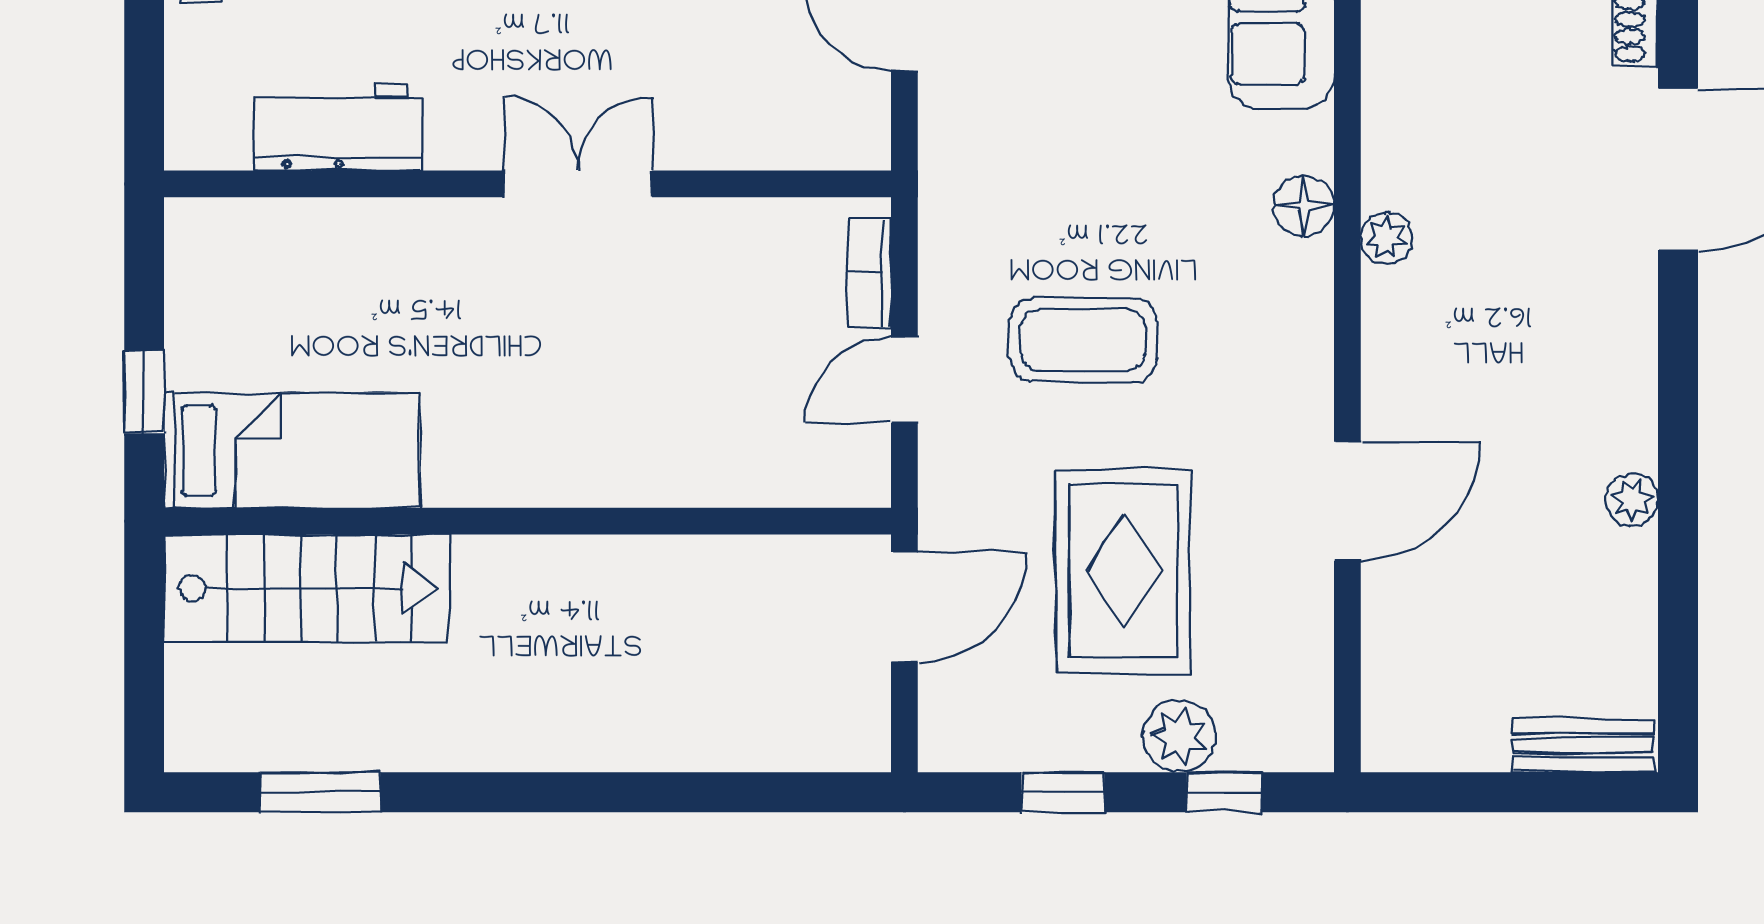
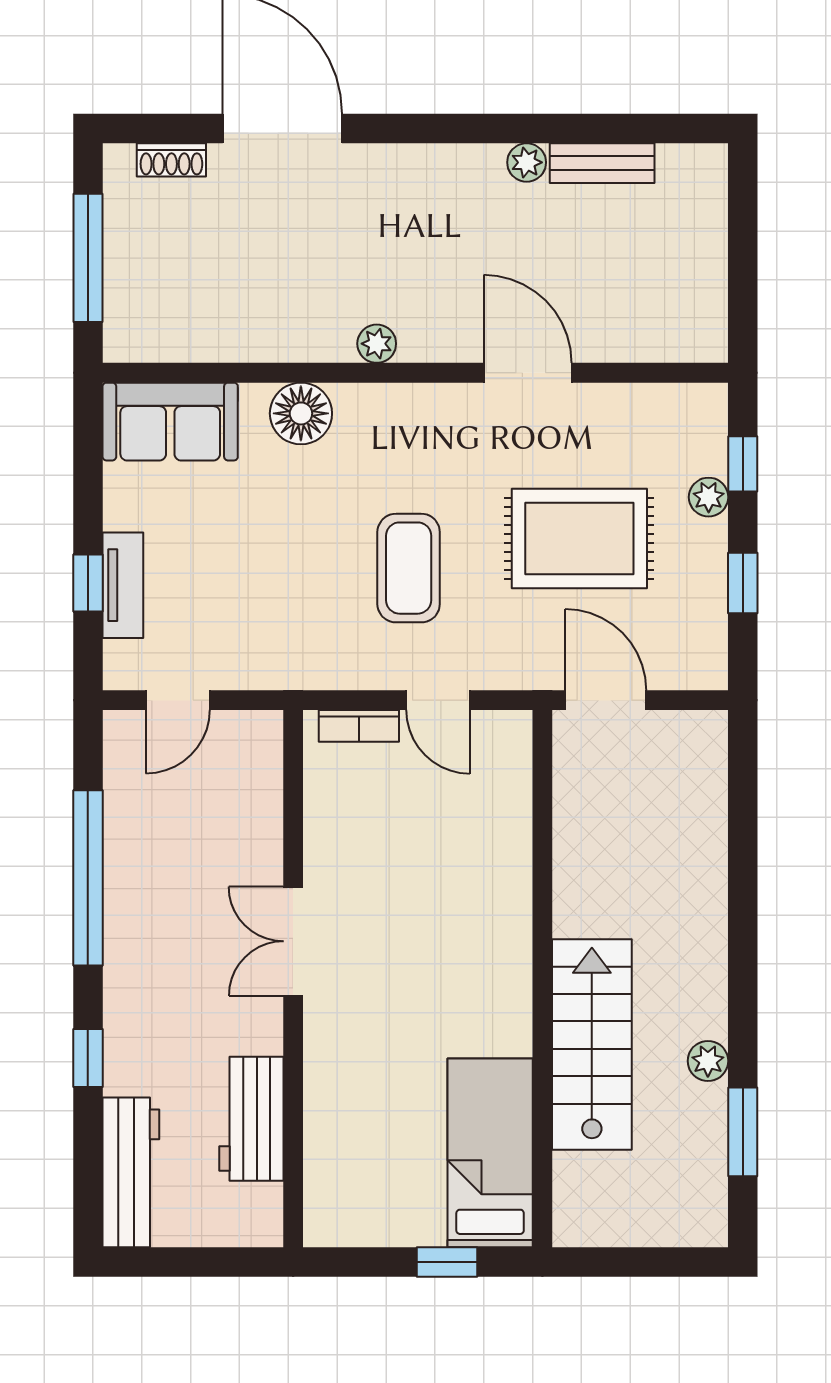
floor lamp: (1304, 206) -> (301, 413), width x1.38, depth x1.38
plant: (1387, 238) -> (377, 344), moved
stairs: (306, 588) -> (592, 1045), moved
plant: (1179, 736) -> (709, 497), width x0.73, depth x0.73
plant: (416, 745) -> (708, 1061), added
bench: (1583, 745) -> (602, 163), moved, turned 90

